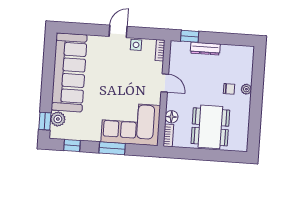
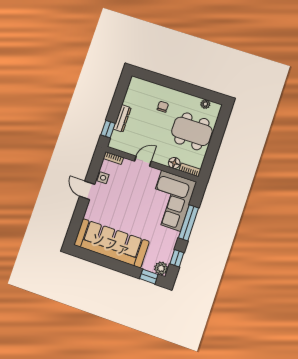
plant: (246, 89) -> (205, 104), moved
plant: (58, 119) -> (161, 268), moved
window: (112, 148) -> (189, 223), width x1.44

